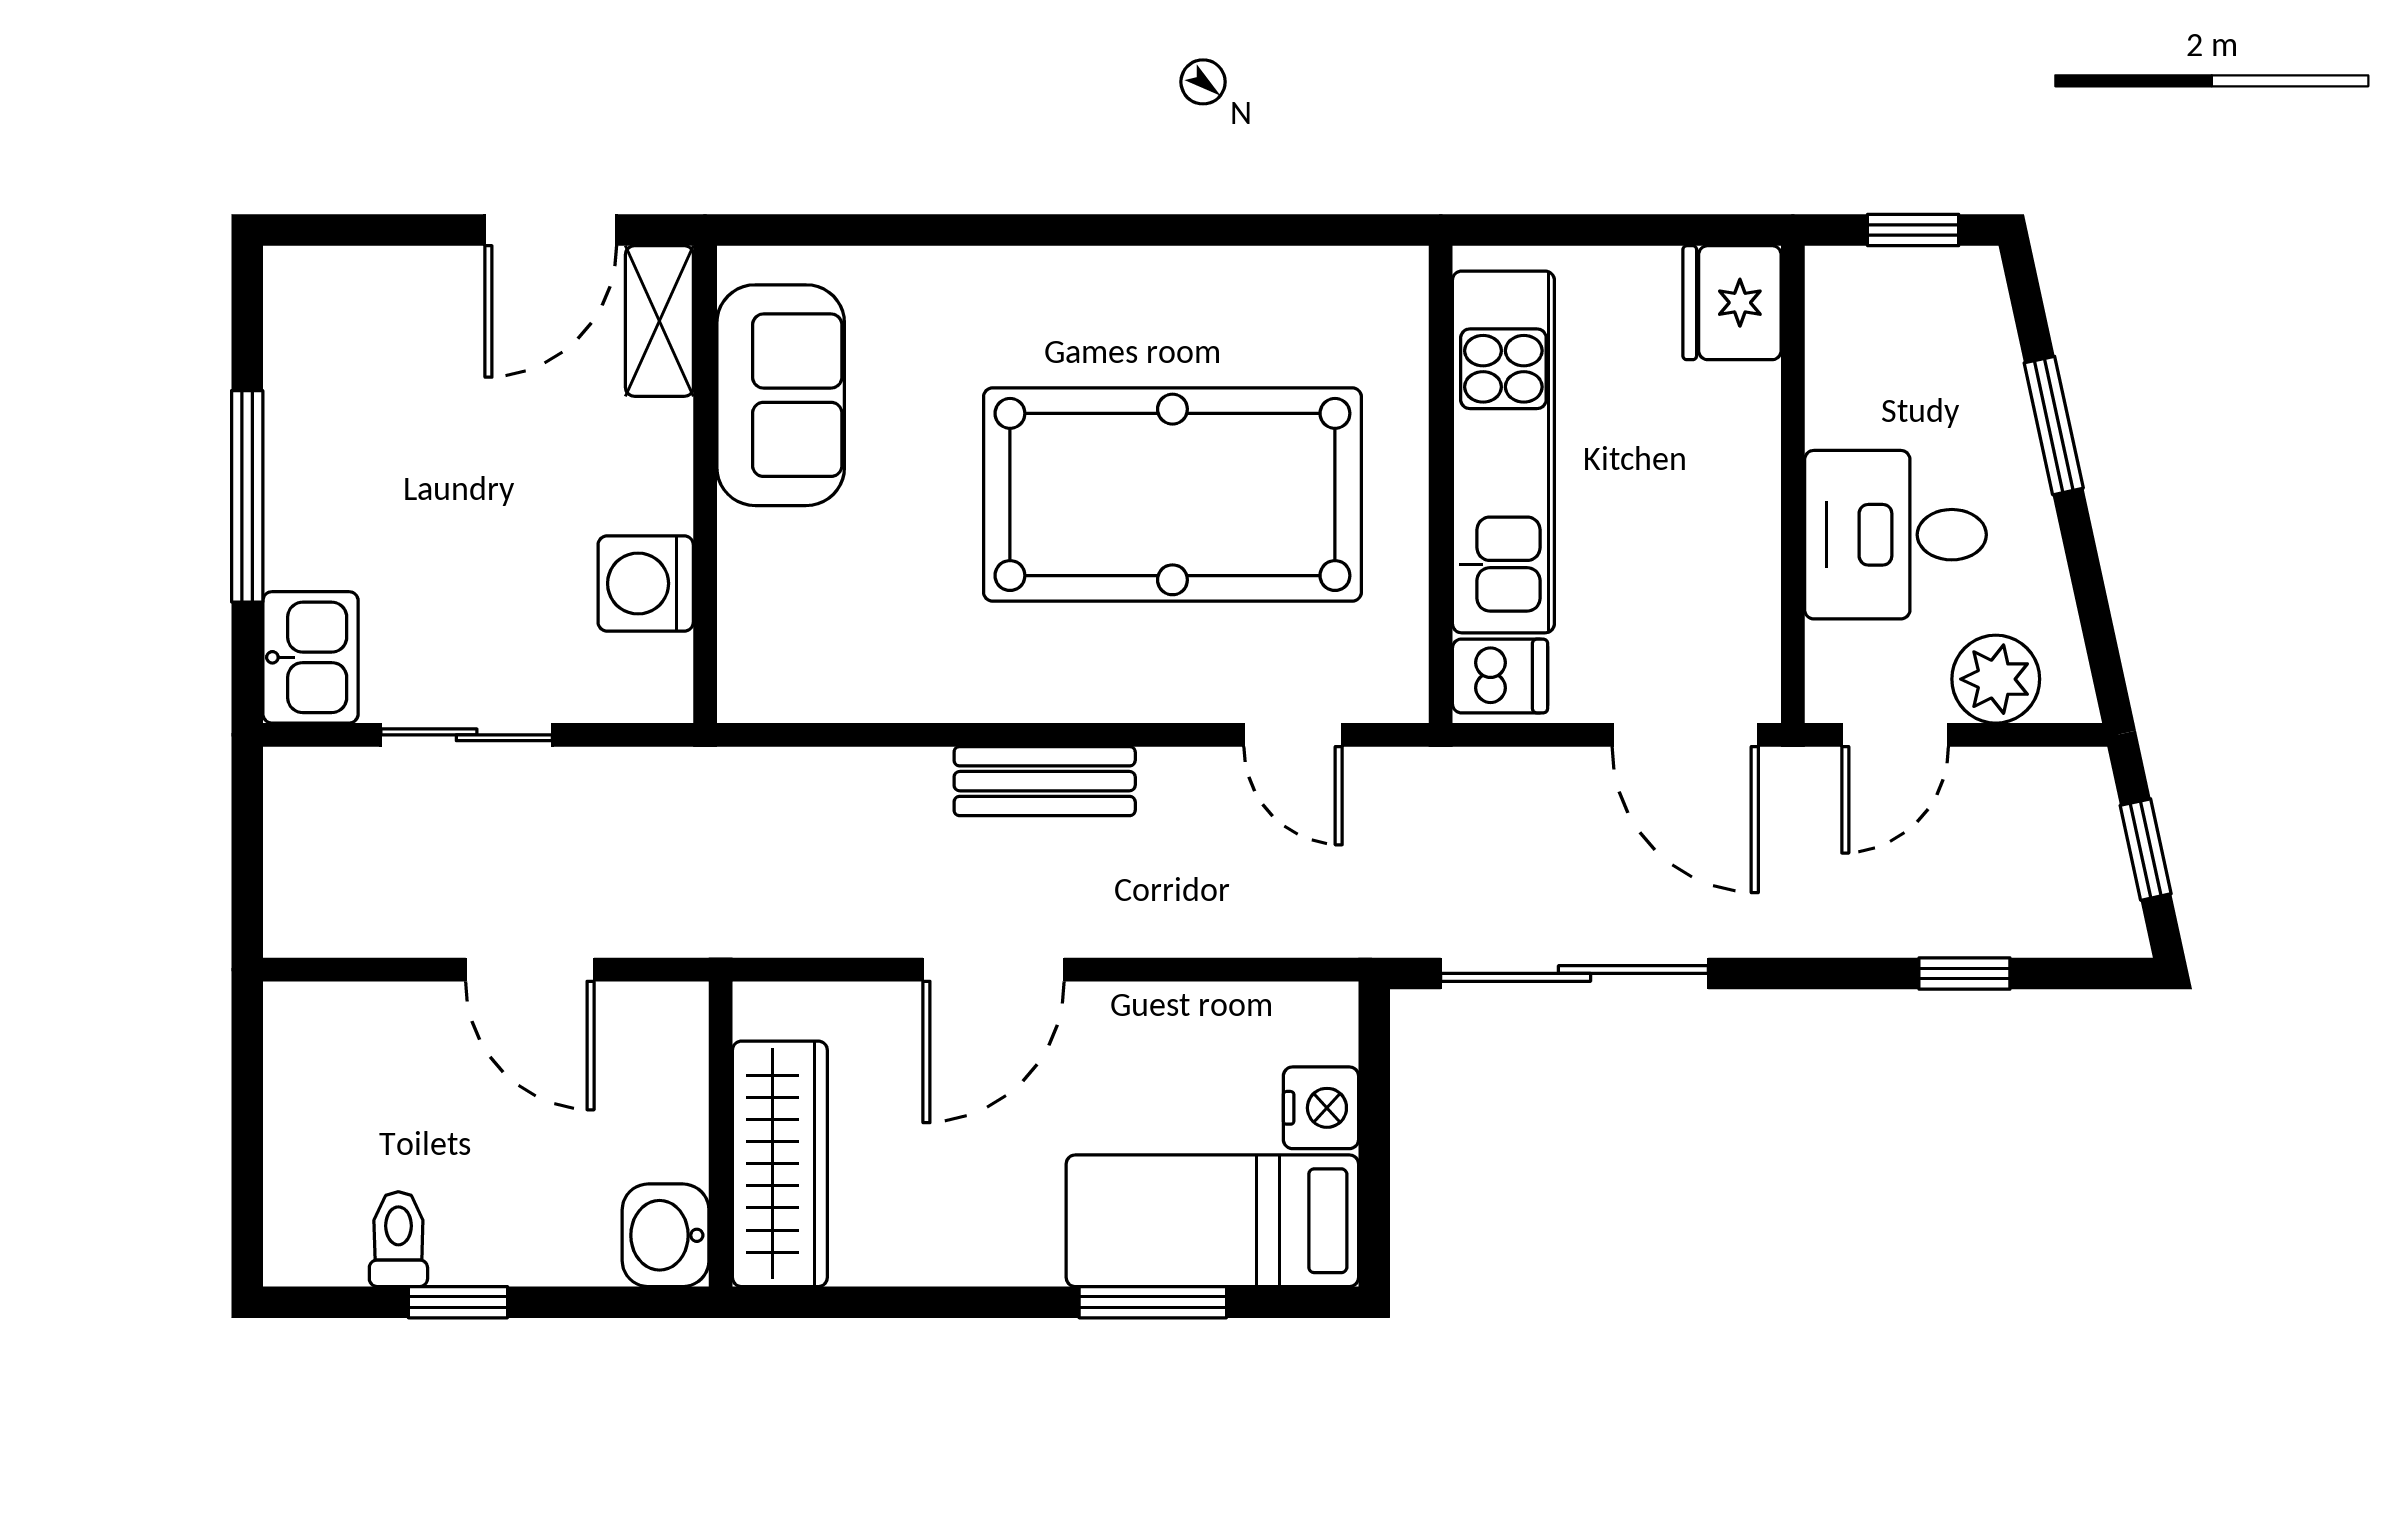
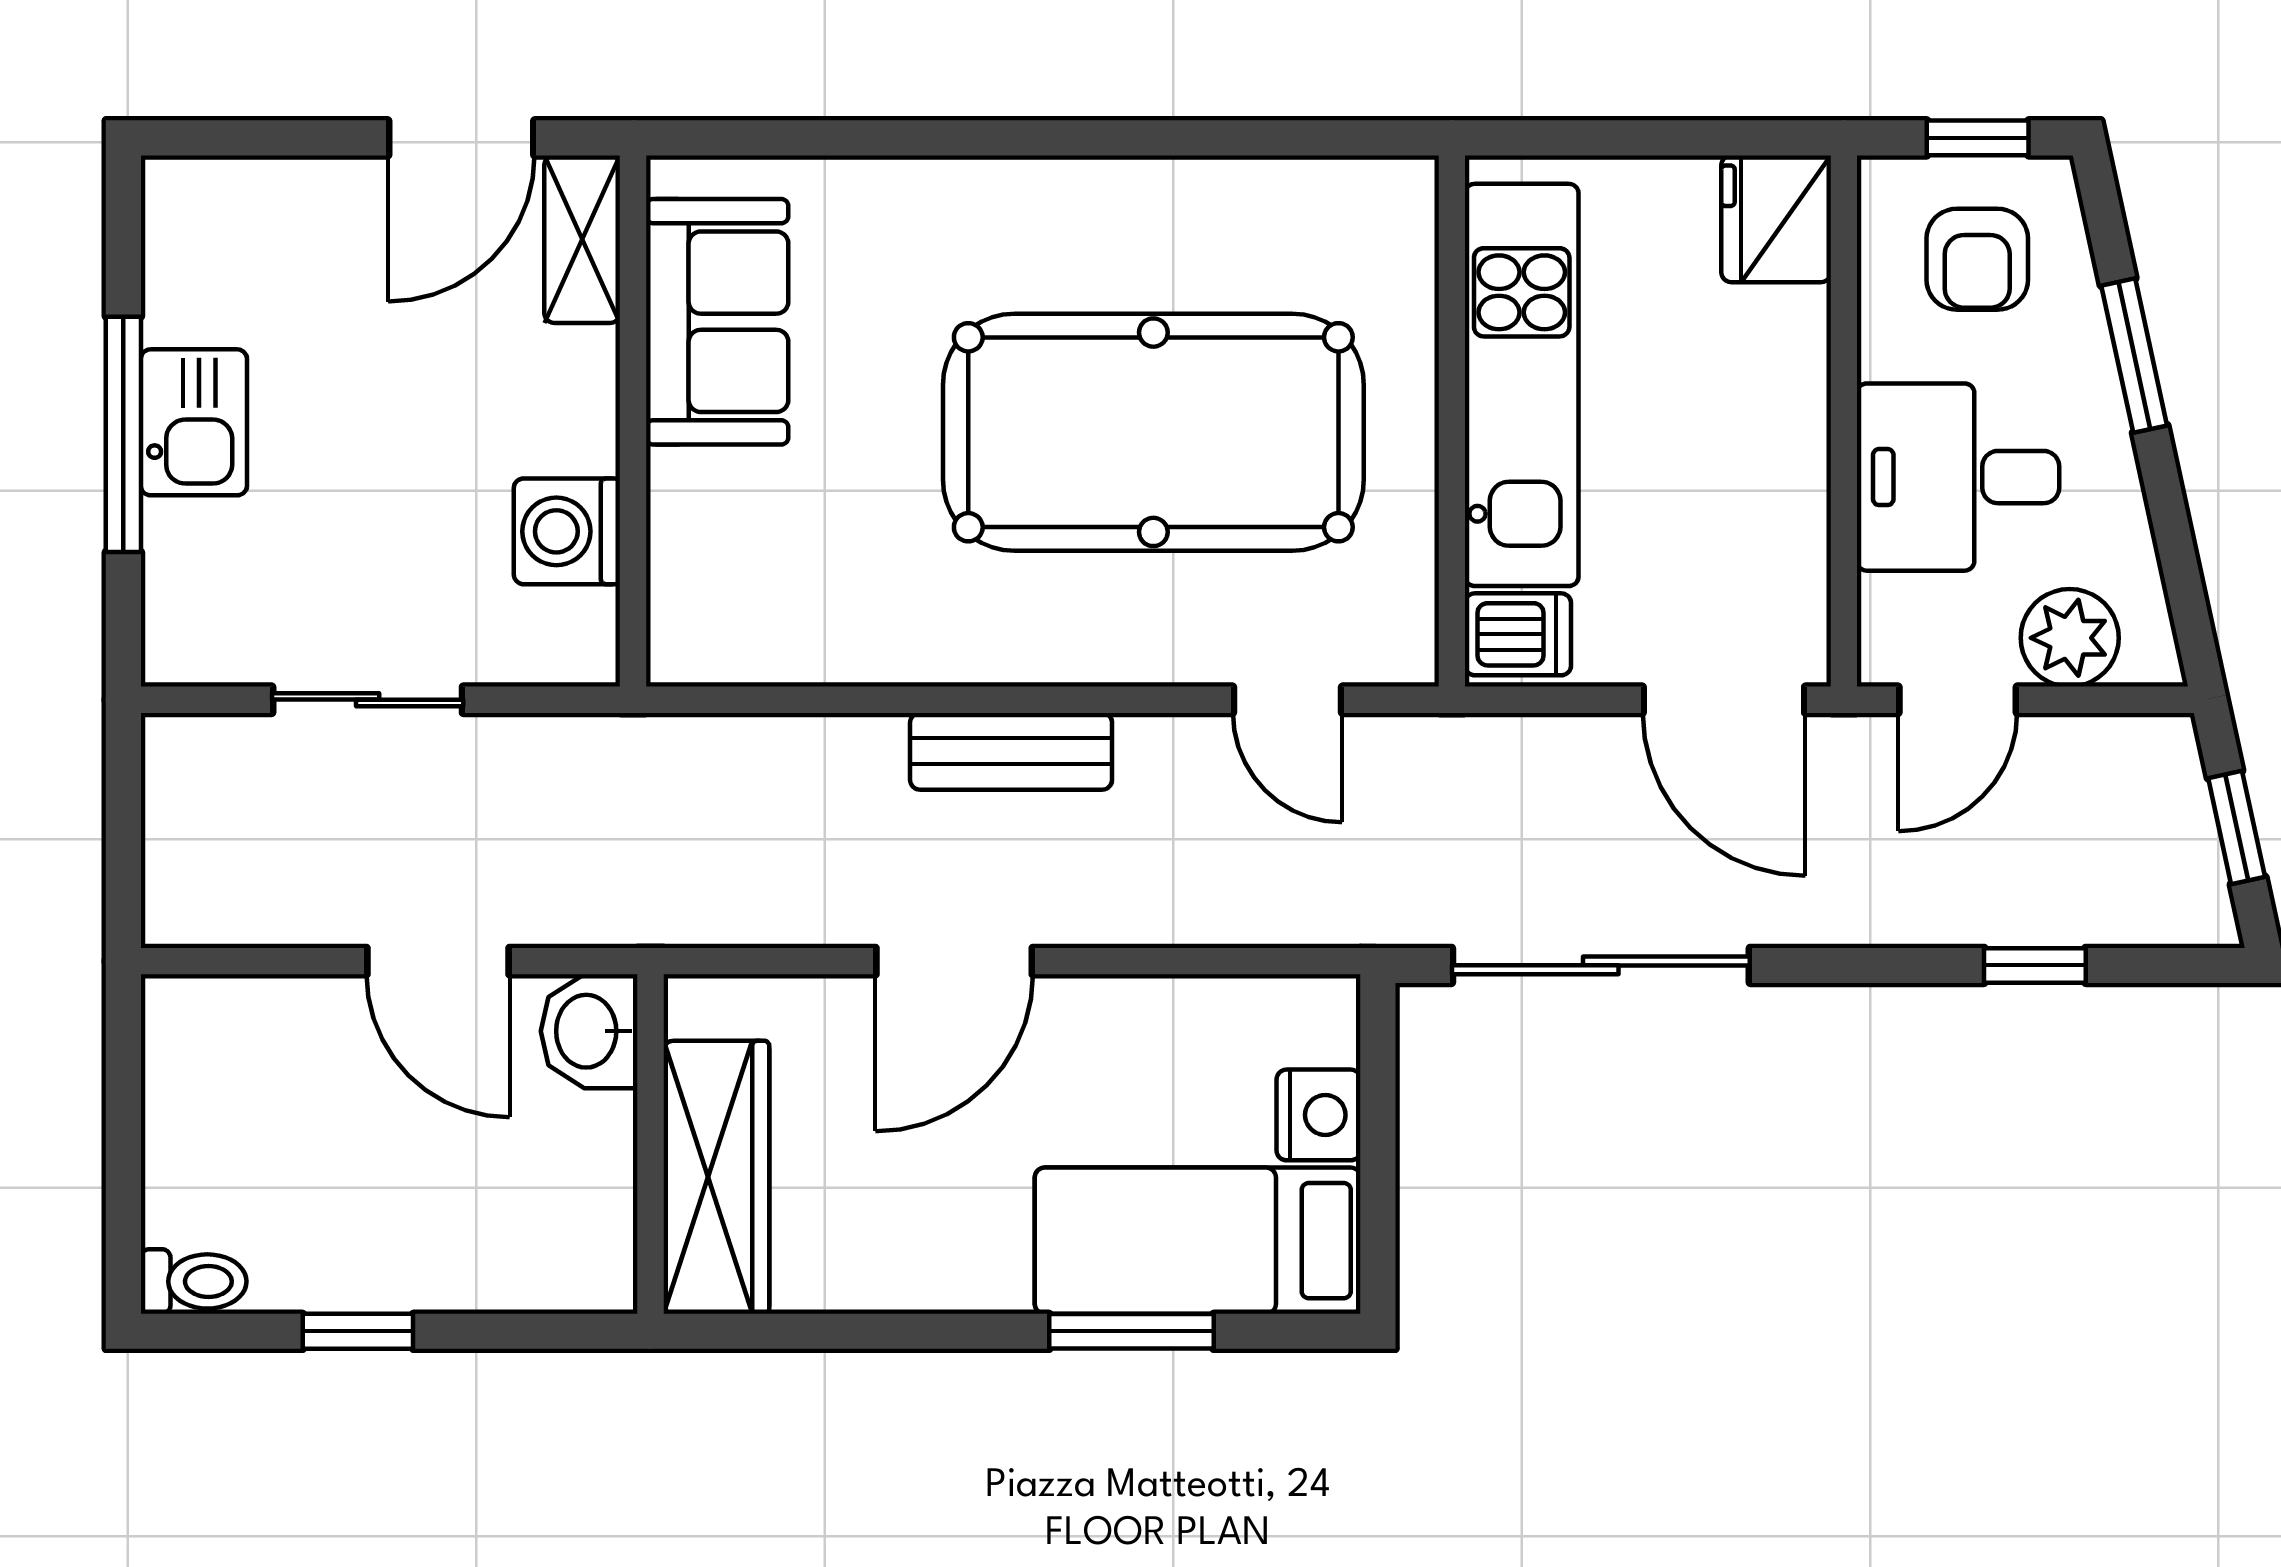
armchair: (1913, 339) -> (1977, 259), added
kitchen sink: (310, 657) -> (194, 422), moved
washbasin: (666, 1235) -> (589, 1031), moved
toilet: (398, 1239) -> (194, 1281), moved, turned 90

